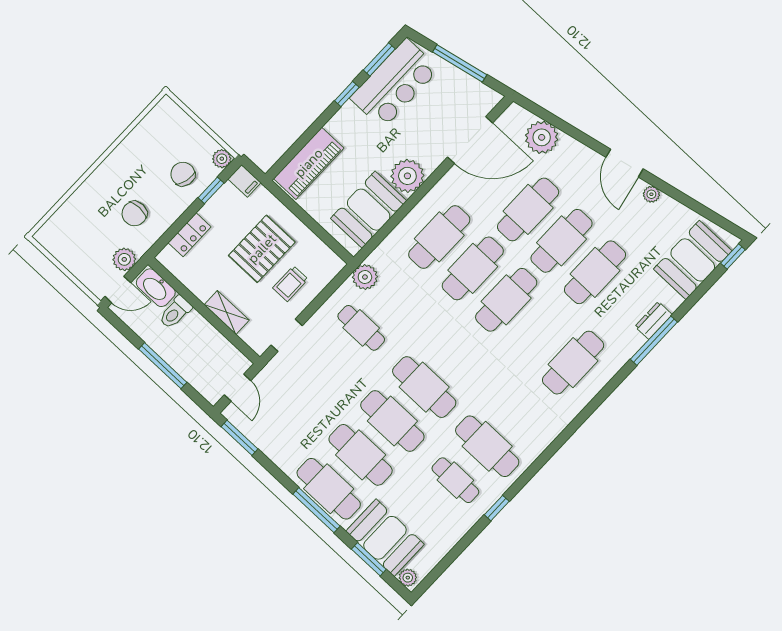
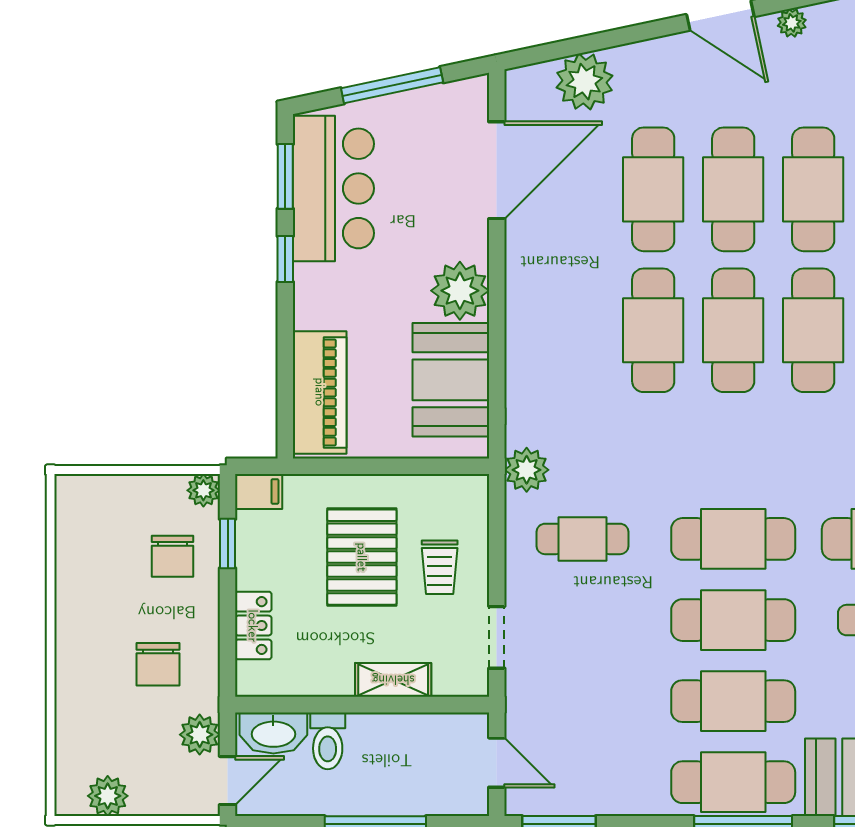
chair: (183, 174) -> (172, 556), turned -104
cafe table: (439, 237) -> (813, 330), moved
plant: (62, 249) -> (108, 796), added

